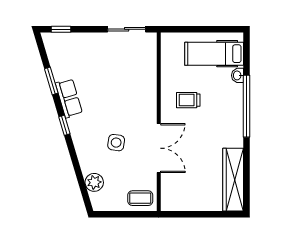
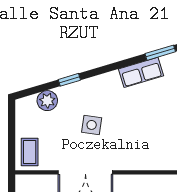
window: (64, 125) -> (69, 80), moved

